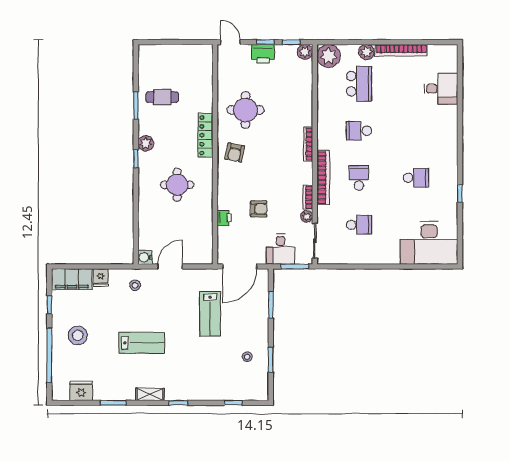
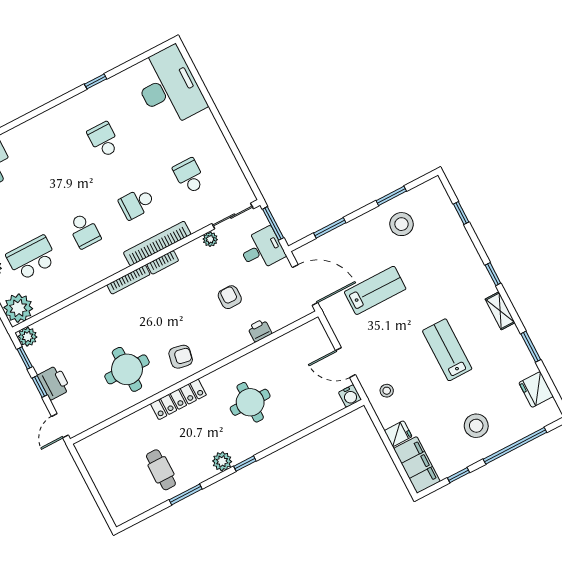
bookcase: (308, 197) -> (163, 262), moved
stool: (247, 357) -> (401, 224), width x1.89, depth x1.89

